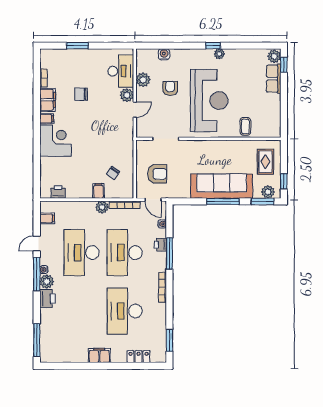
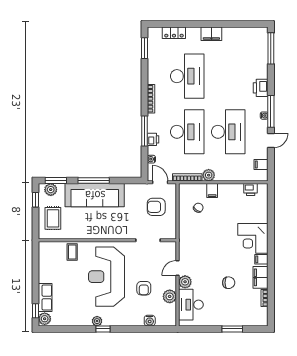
plant: (47, 282) -> (261, 104), removed

